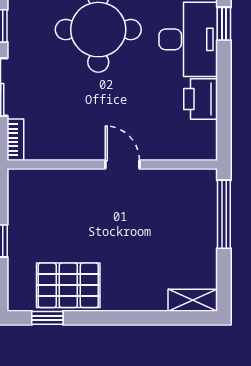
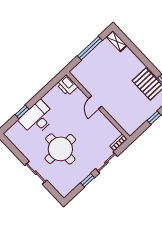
printer: (201, 99) -> (67, 85), moved, turned 90
window: (224, 214) -> (90, 48), moved

